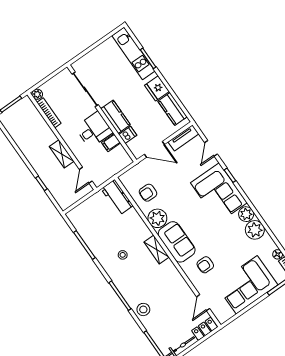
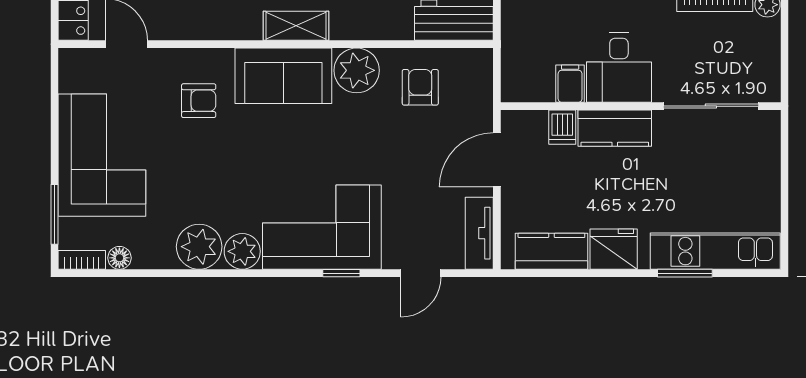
door: (211, 148) -> (421, 273), swing flipped
armchair: (205, 265) -> (199, 101), turned 90

